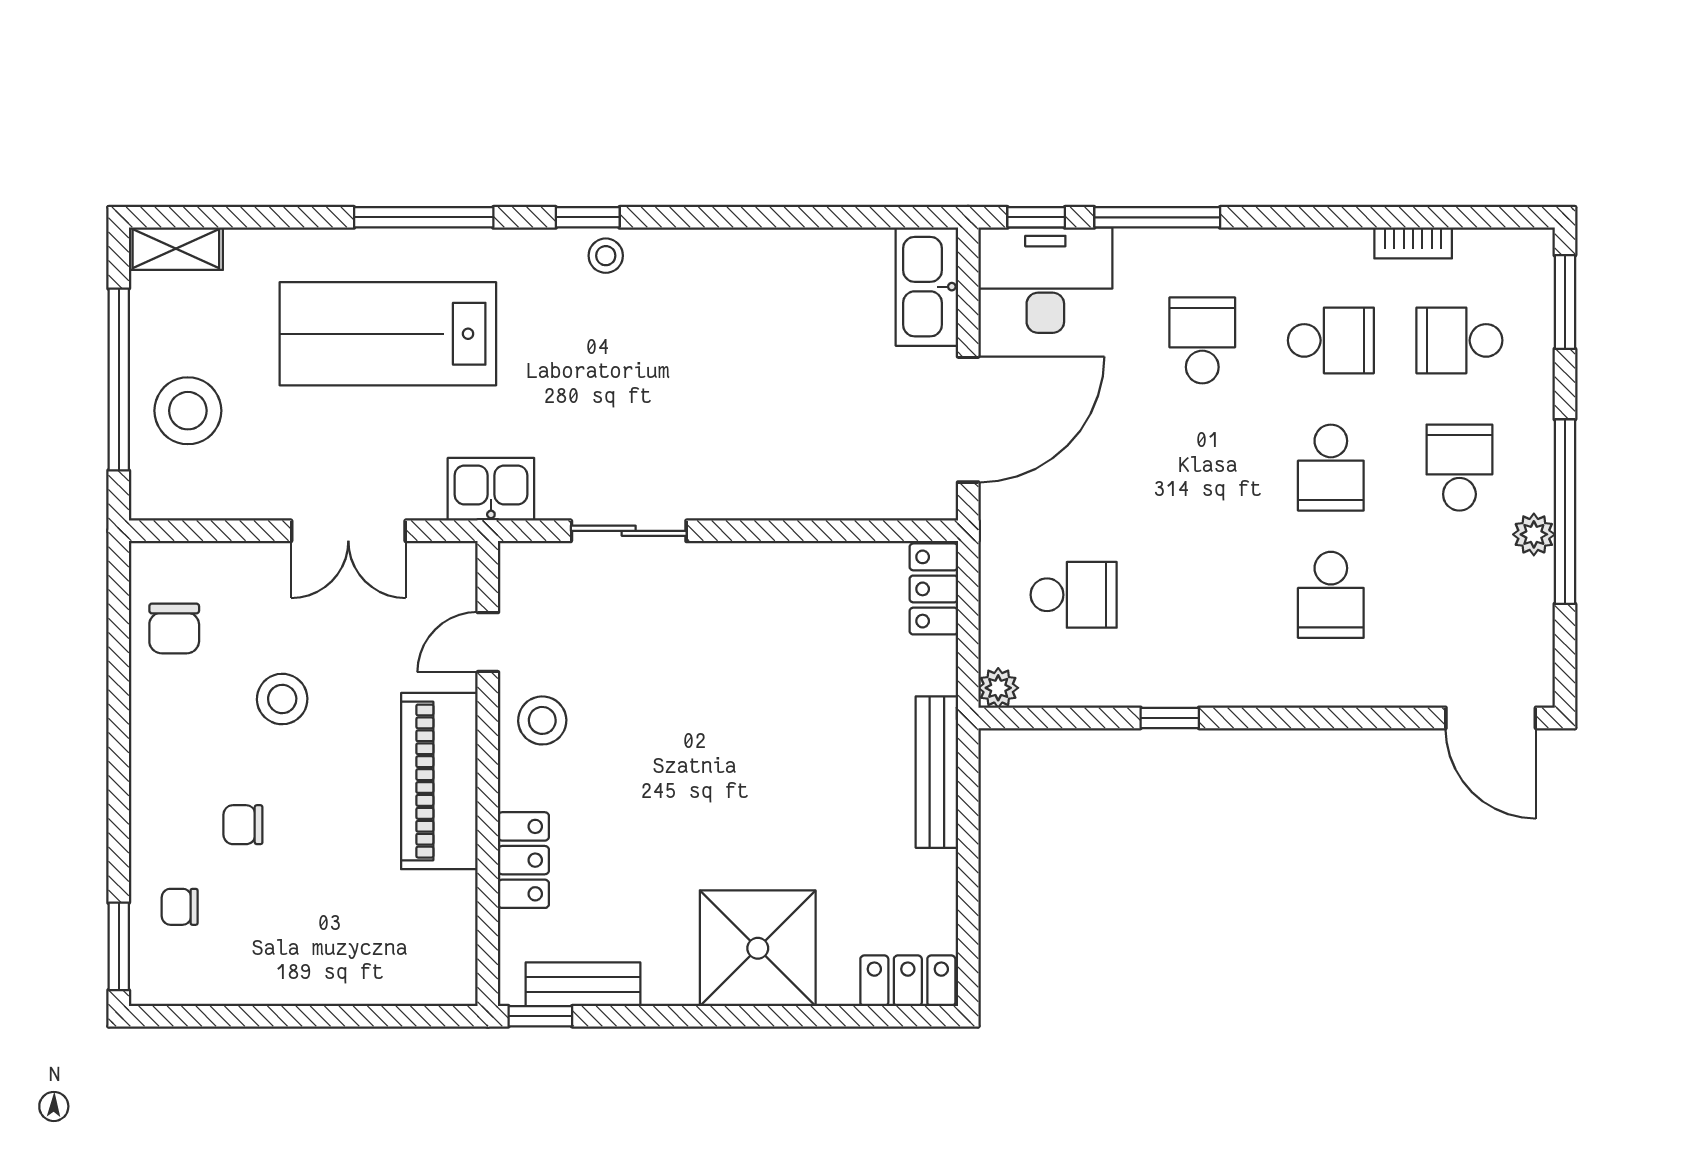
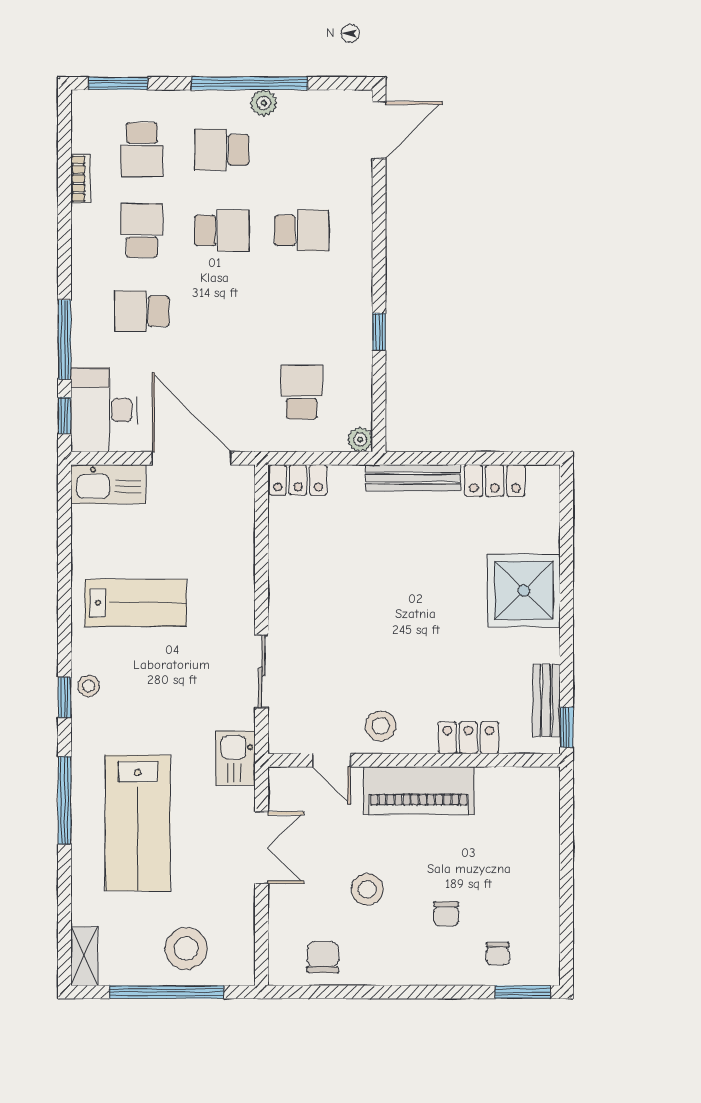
lab bench: (738, 331) -> (136, 603), added
chair: (174, 628) -> (323, 957), turned -90
locker: (908, 981) -> (495, 481), moved, turned -90

